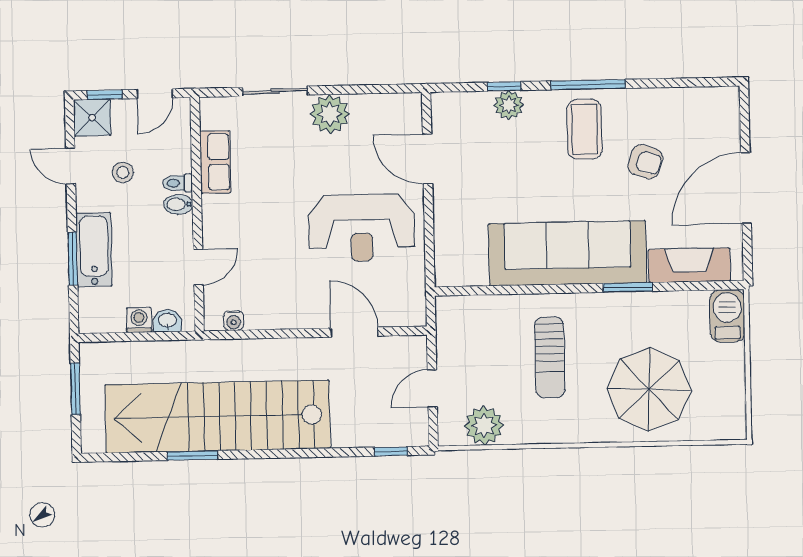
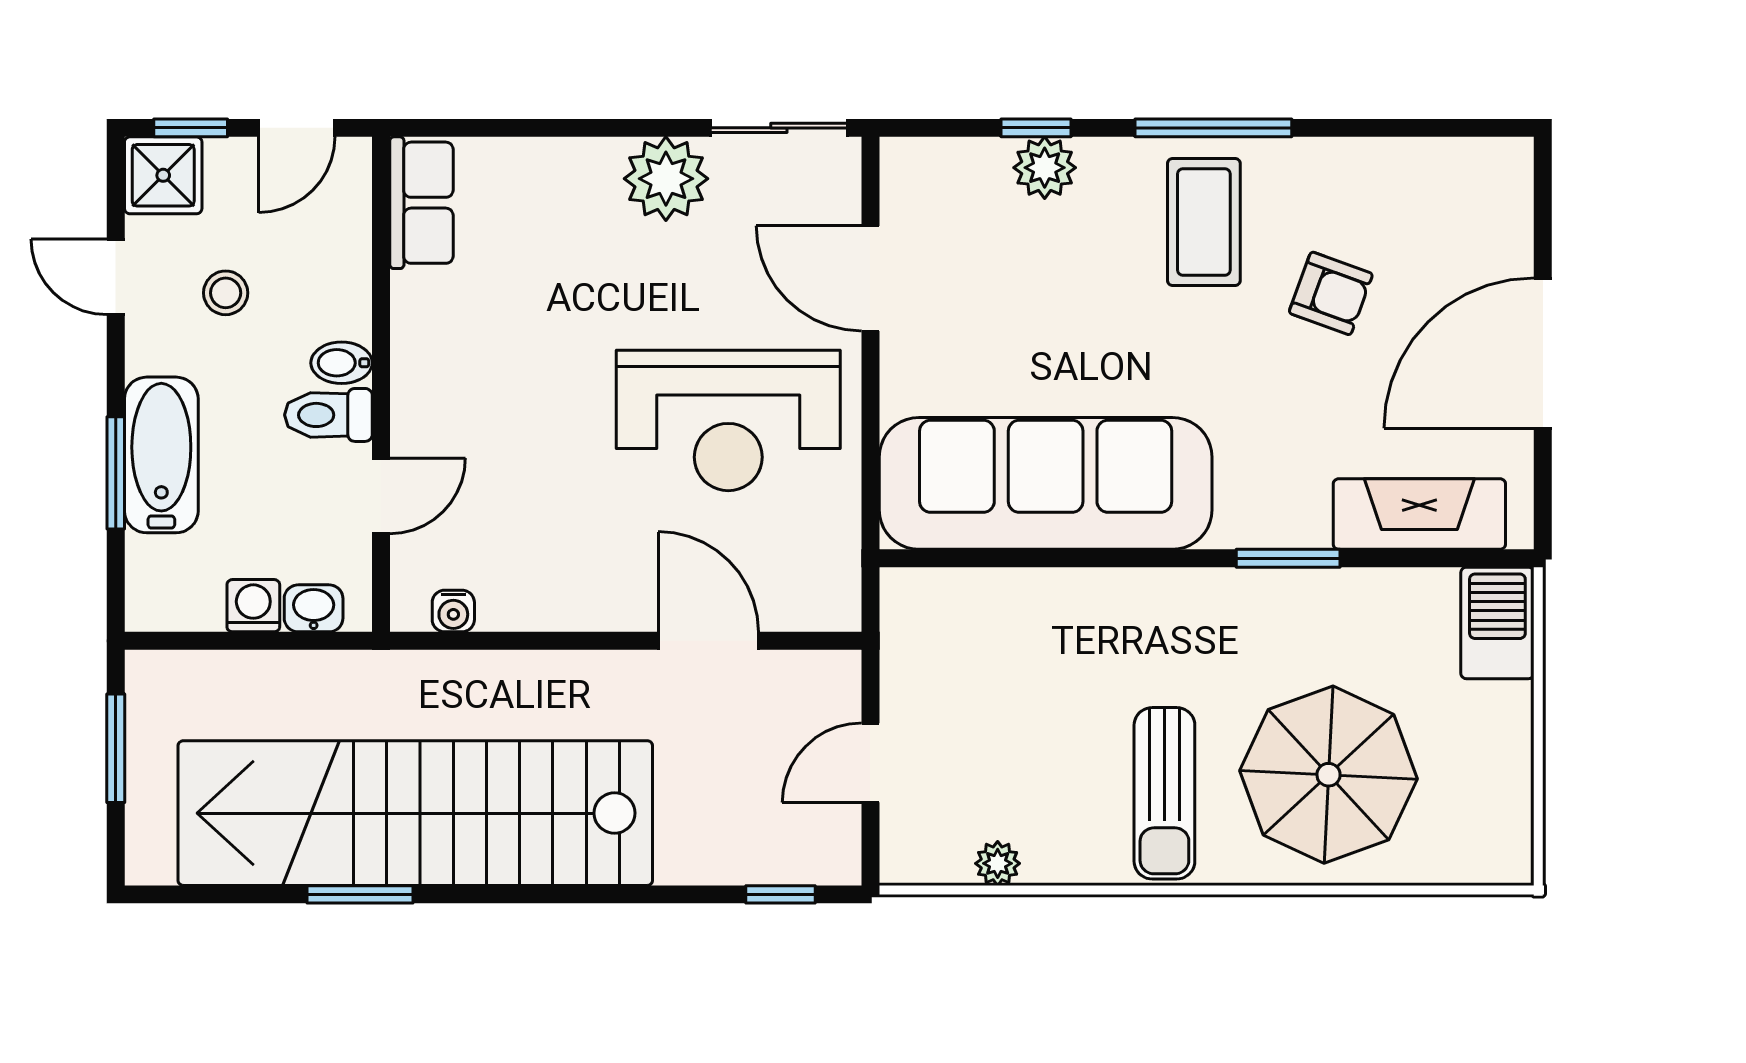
sliding door: (275, 91) -> (779, 128), moved
row of seats: (215, 162) -> (421, 203), moved
toilet: (177, 183) -> (328, 415), moved, width x1.37, depth x1.39
sofa: (568, 253) -> (1046, 483), moved
sun lounger: (550, 357) -> (1164, 793), moved
plant: (484, 426) -> (998, 863), width x0.53, depth x0.53

